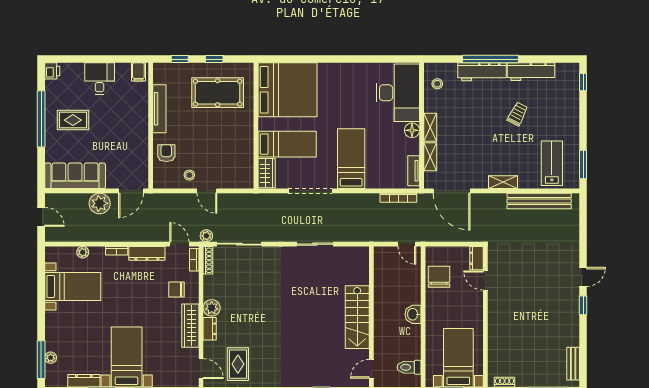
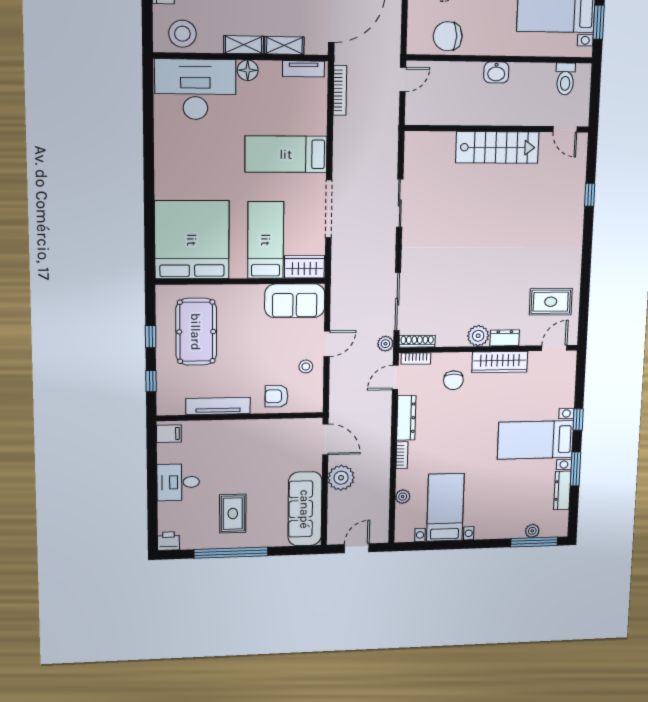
stool: (437, 84) -> (182, 34), width x1.89, depth x1.89
sofa: (241, 166) -> (295, 301), added

